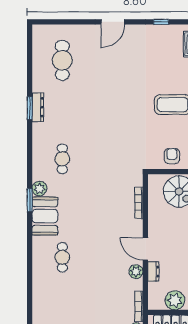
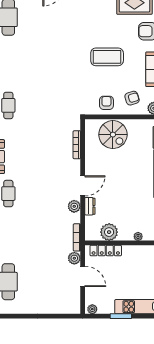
door: (145, 249) -> (83, 186), swing flipped

